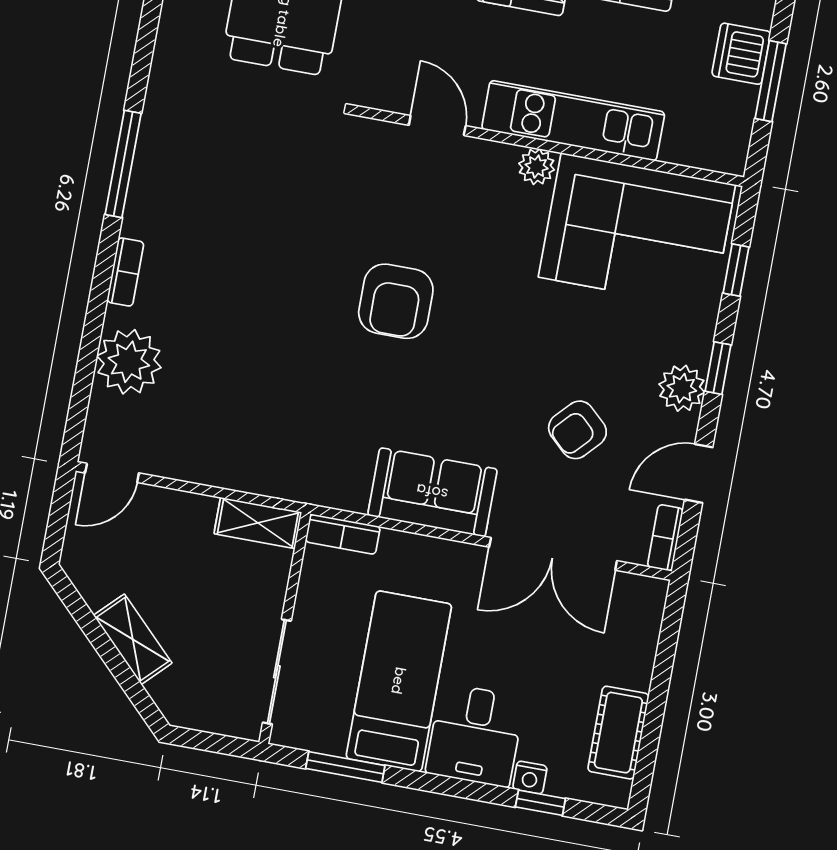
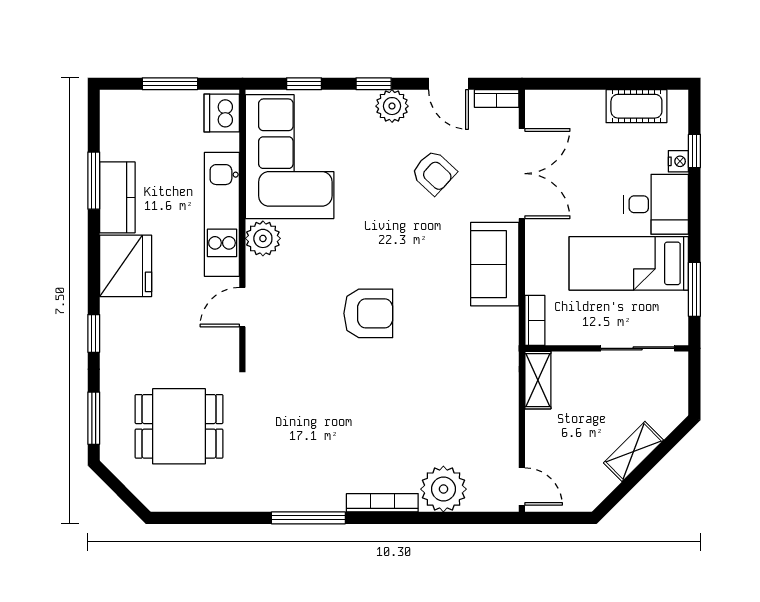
dishwasher: (741, 54) -> (222, 113), moved, turned 90
plant: (537, 167) -> (263, 238), width x1.38, depth x1.38
bookcase: (125, 272) -> (382, 503), width x1.56

